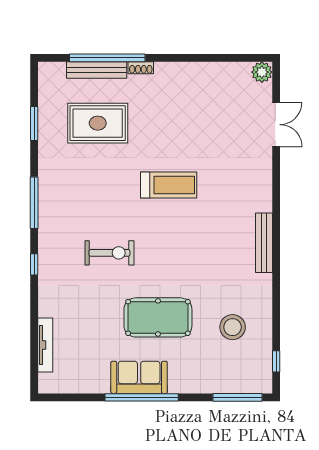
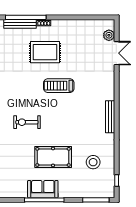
plant: (262, 72) -> (109, 35), moved
rug: (98, 123) -> (45, 52), moved
treadmill: (169, 185) -> (59, 86), turned 180
exercise bike: (109, 253) -> (27, 122), turned 180

